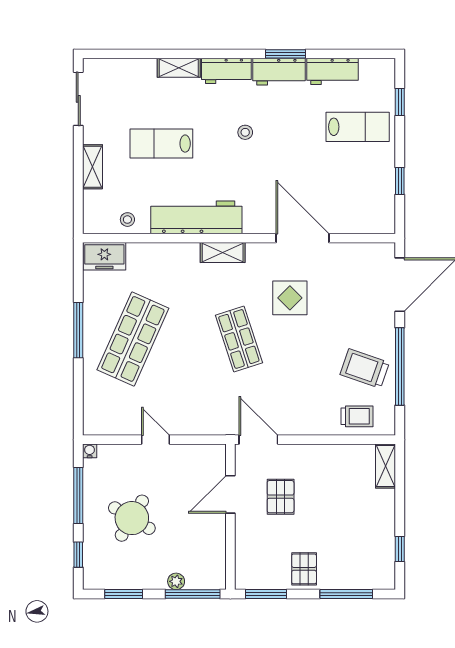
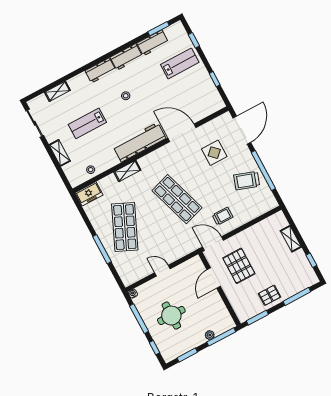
window: (285, 54) -> (158, 29), moved
shelving: (179, 68) -> (57, 91), moved
workbench: (196, 217) -> (139, 142), moved
shelving: (223, 253) -> (127, 171), moved
display table: (290, 298) -> (214, 153), moved
window: (78, 330) -> (102, 249), moved
shop shelf: (239, 339) -> (177, 199), width x1.43, depth x1.36
trolley: (357, 416) -> (223, 216), moved
shelving: (386, 466) -> (291, 239), moved
pallet: (281, 497) -> (239, 266), width x1.50, depth x1.42
round table: (132, 518) -> (171, 316), turned -31
pallet: (304, 569) -> (270, 295), turned 90

